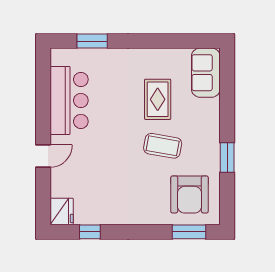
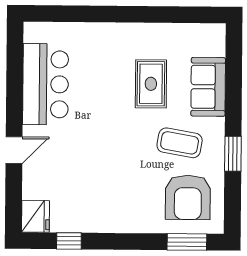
window: (92, 41) -> (74, 14), removed
sofa: (206, 73) -> (208, 87), moved
coffee table: (163, 146) -> (180, 143), moved

